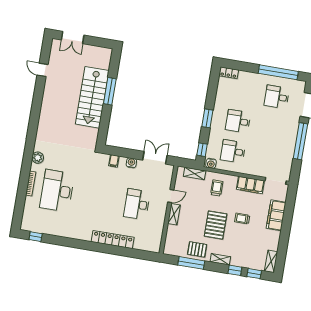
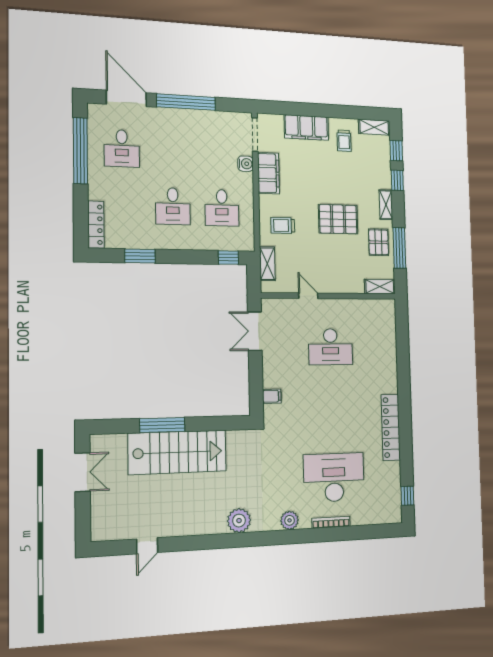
double door: (73, 38) -> (83, 472), moved
locker: (229, 73) -> (96, 225), width x1.53
window: (207, 118) -> (140, 256), moved
plant: (45, 127) -> (239, 521), added
water cooler: (131, 163) -> (270, 367), removed
water cooler: (211, 163) -> (245, 164), moved
desk: (57, 191) -> (334, 477), turned 180
shelving: (174, 214) -> (380, 287), moved
trolley: (242, 219) -> (344, 141), moved
locker: (113, 240) -> (391, 427), moved

